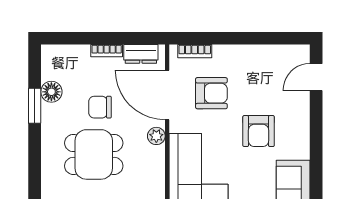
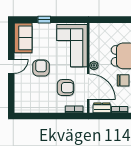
door: (316, 77) -> (11, 66), moved
armchair: (211, 93) -> (65, 88), turned 180

